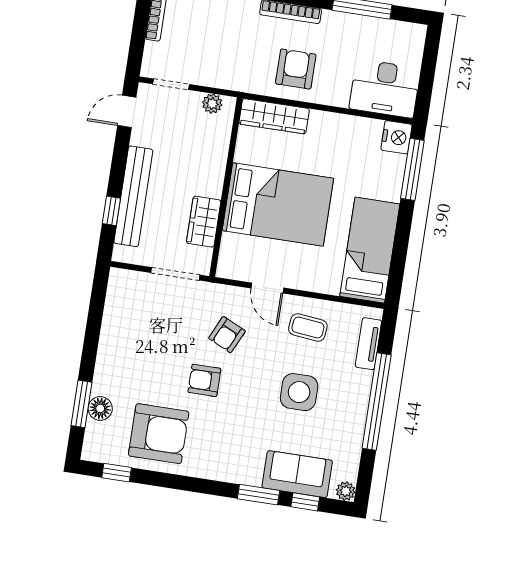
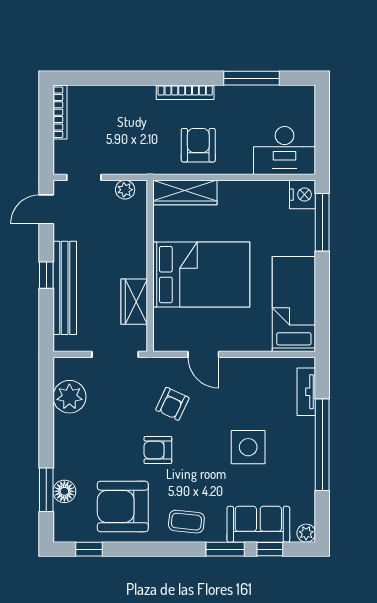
window: (111, 211) -> (46, 275), moved
plant: (121, 311) -> (69, 397), added
coffee table: (308, 327) -> (186, 522), moved
armchair: (159, 434) -> (123, 506), turned 180

